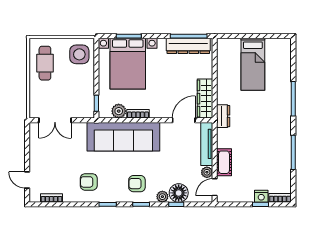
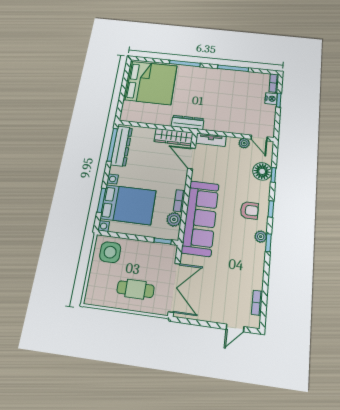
cafe table: (45, 63) -> (135, 289), moved
bed: (253, 64) -> (150, 83), width x2.04
dresser: (223, 116) -> (188, 122), width x1.44
double door: (55, 120) -> (174, 288), width x1.37
tv unit: (207, 144) -> (211, 140), width x0.71
cot: (224, 162) -> (236, 127), removed
armchair: (89, 182) -> (243, 260), removed
armchair: (137, 184) -> (249, 210), turned -90
plant: (162, 197) -> (261, 237), moved

